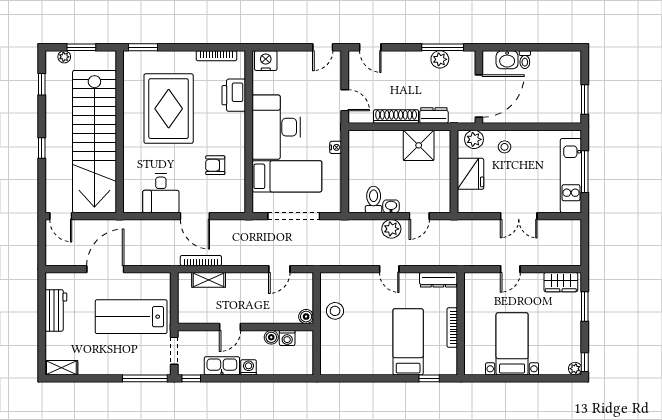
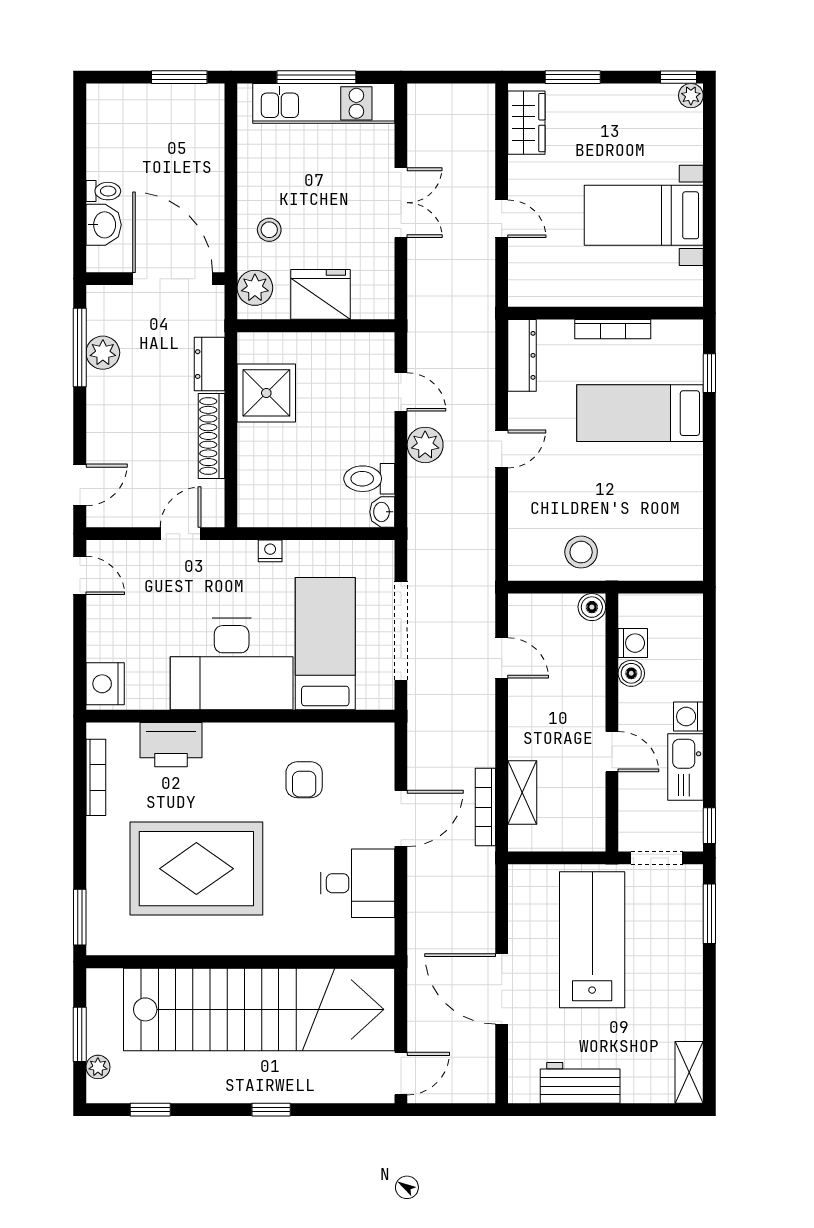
washbasin: (391, 206) -> (382, 512), moved
lab bench: (131, 317) -> (592, 940), turned 180
window: (145, 378) -> (709, 914), width x0.69

